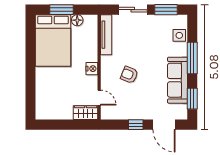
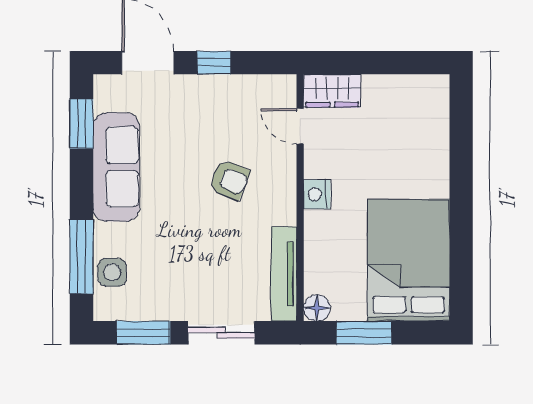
window: (62, 10) -> (364, 333), moved
floor lamp: (77, 20) -> (317, 308), moved
window: (192, 58) -> (81, 257), moved

